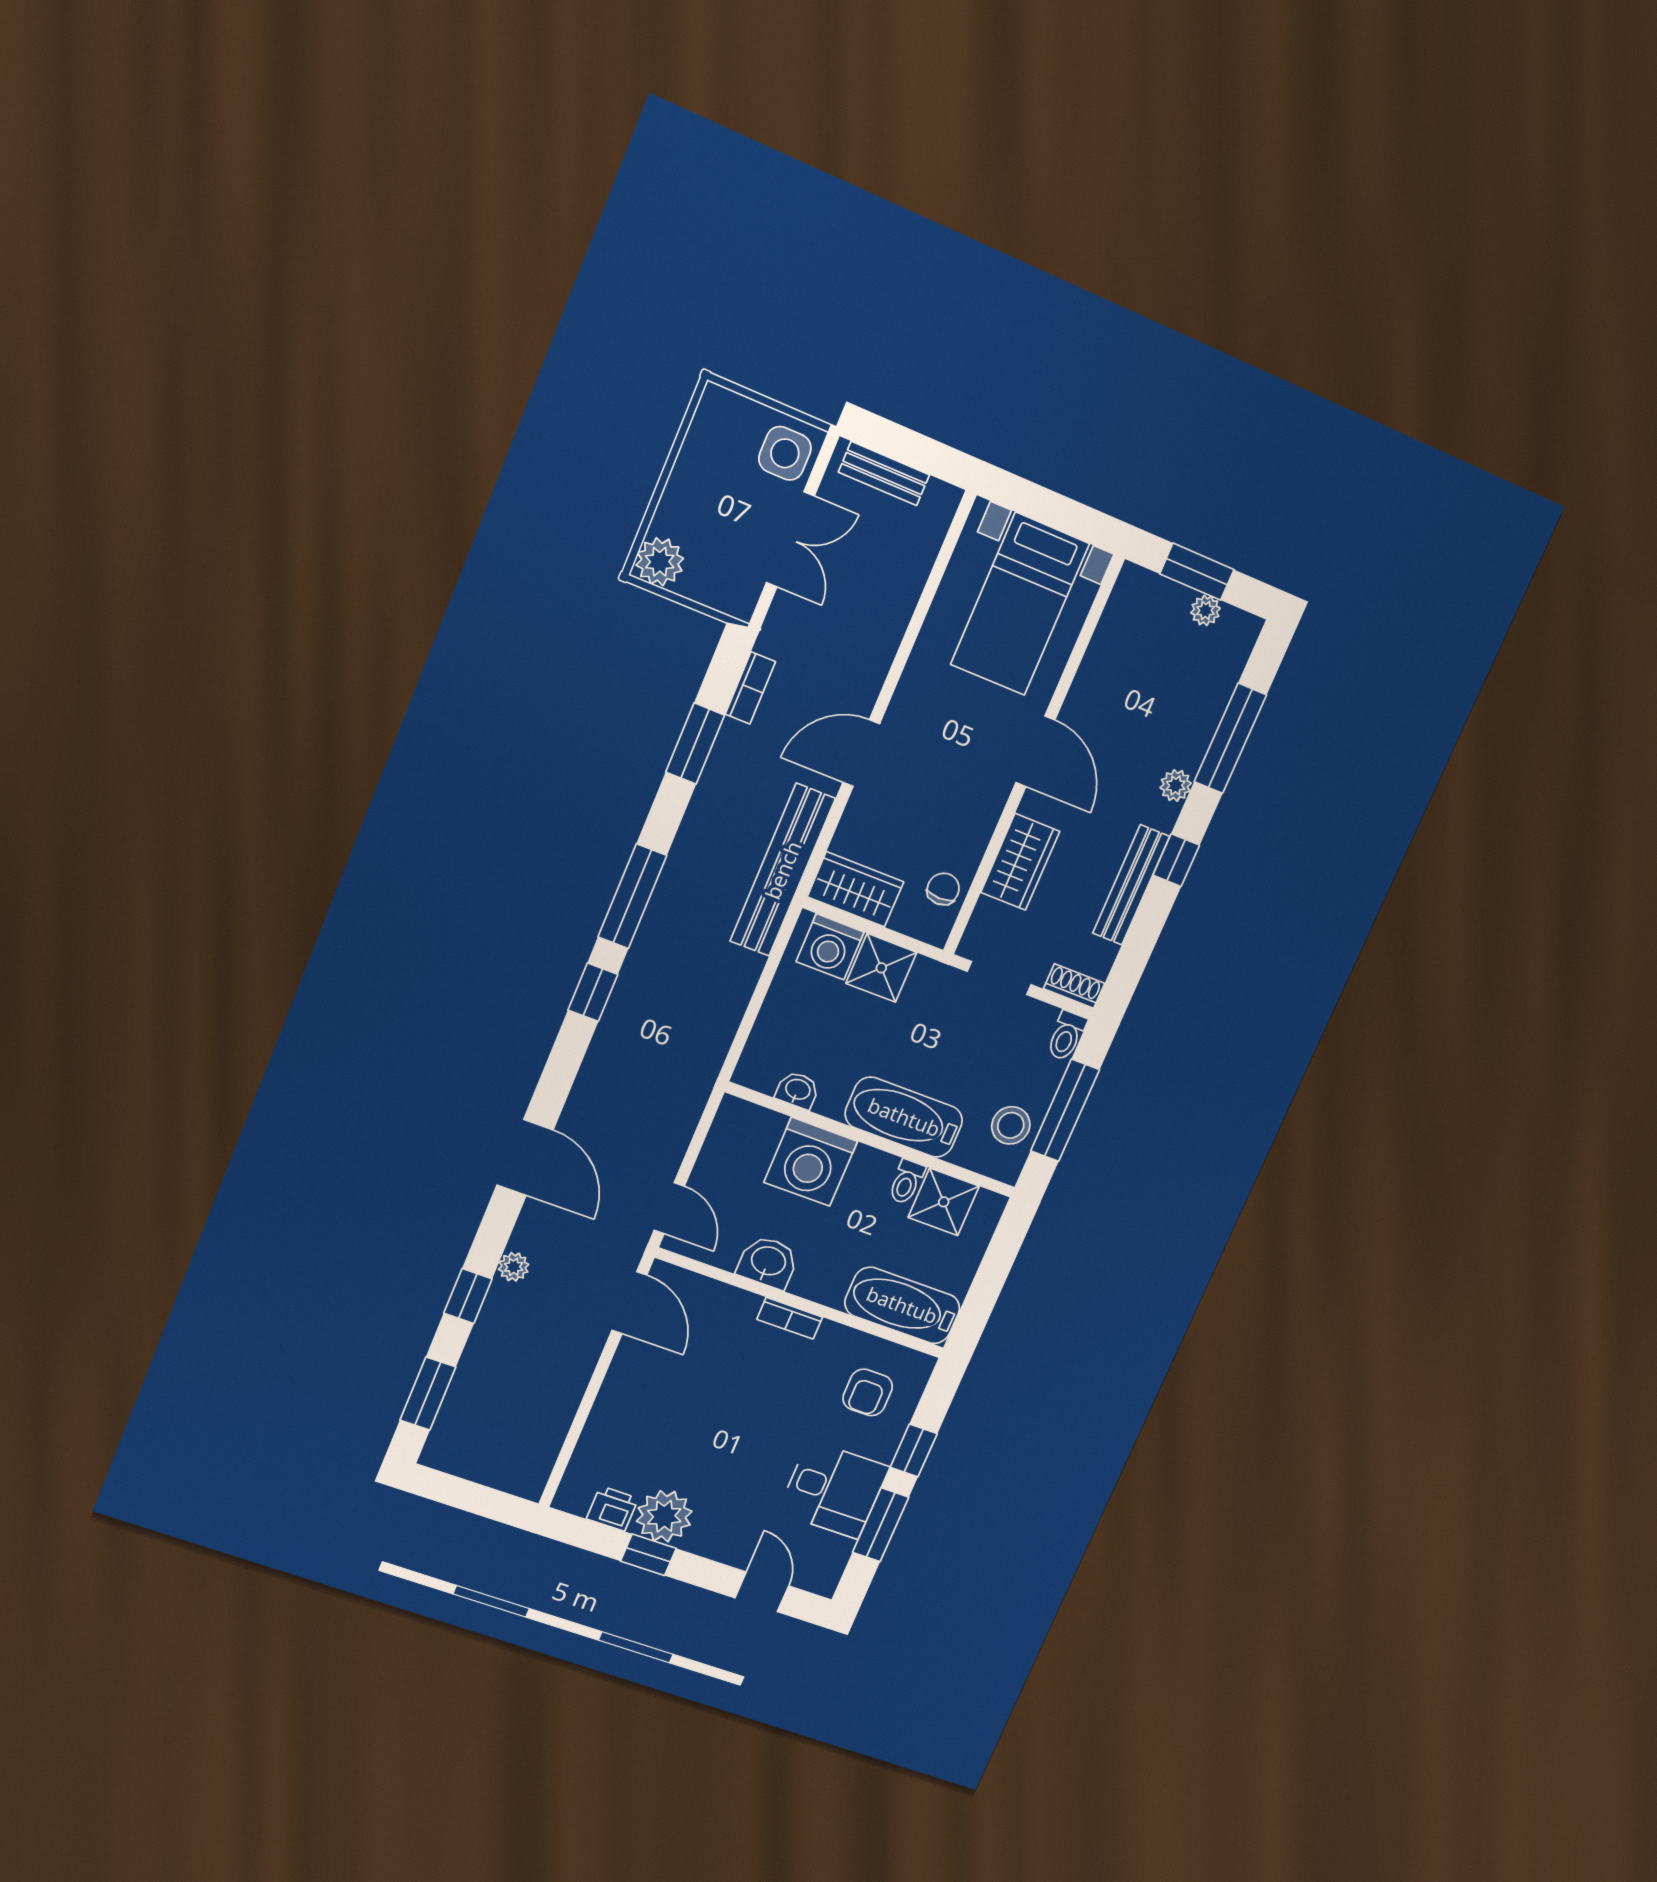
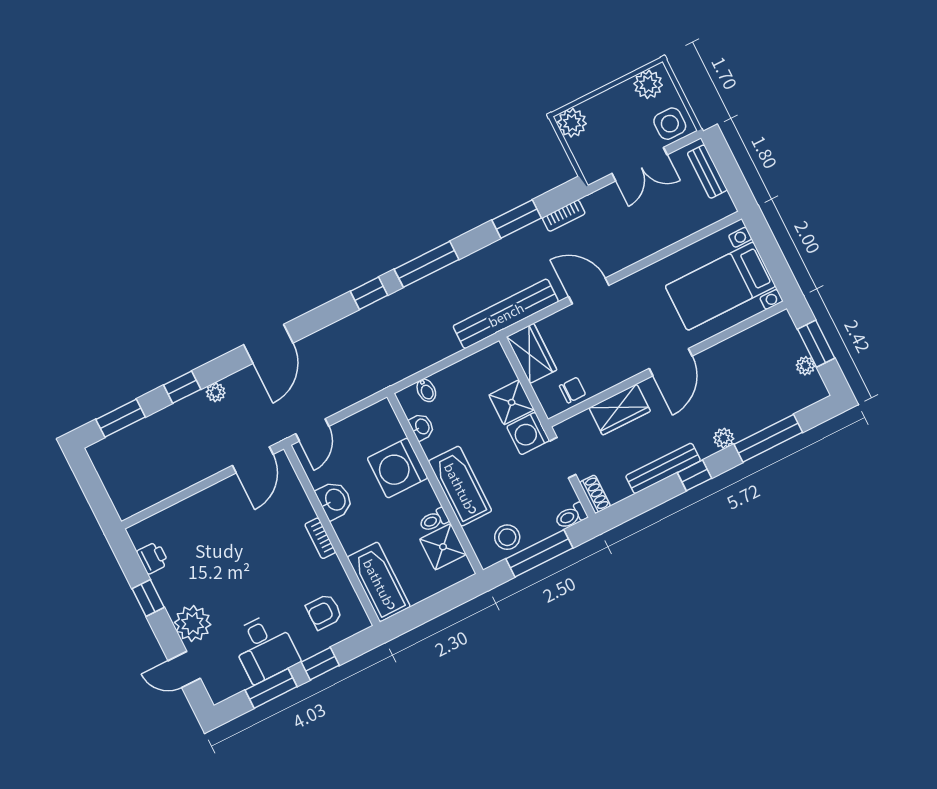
plant: (714, 426) -> (648, 84), added
washing machine: (830, 947) -> (528, 434), moved
bidet: (765, 1044) -> (426, 390), added
plant: (664, 1516) -> (193, 623), moved
door: (762, 1592) -> (184, 670), swing flipped

